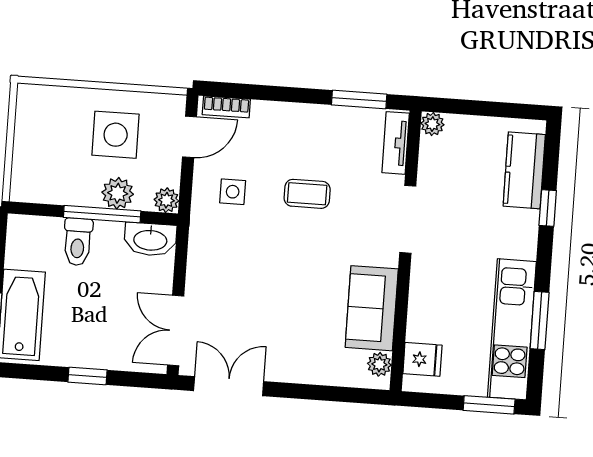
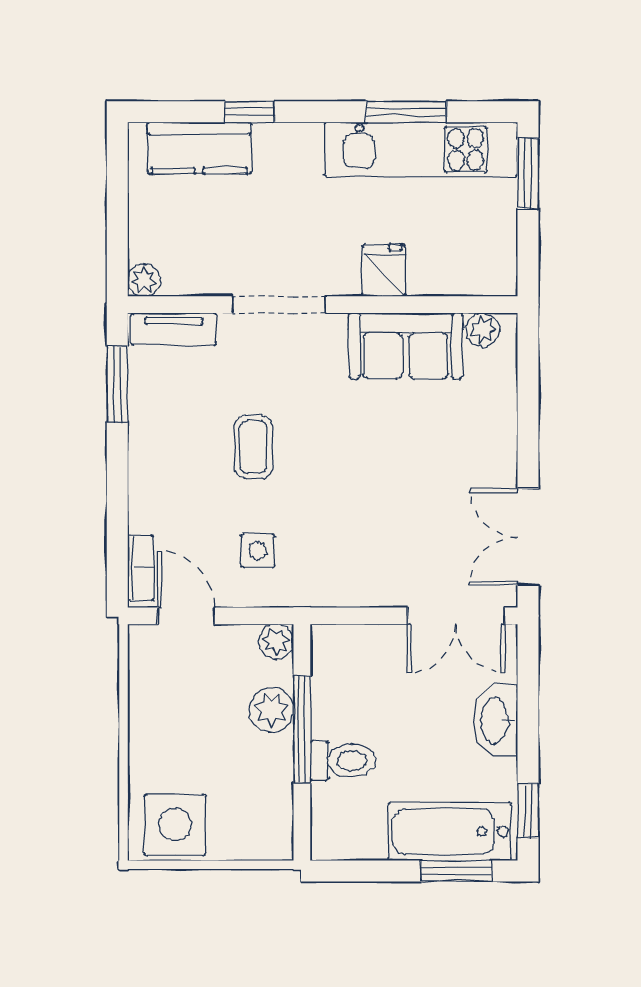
side table: (116, 135) -> (175, 825), moved
washbasin: (150, 239) -> (496, 721), moved, turned 180
fridge: (422, 359) -> (384, 270), moved
window: (88, 376) -> (528, 811), moved

